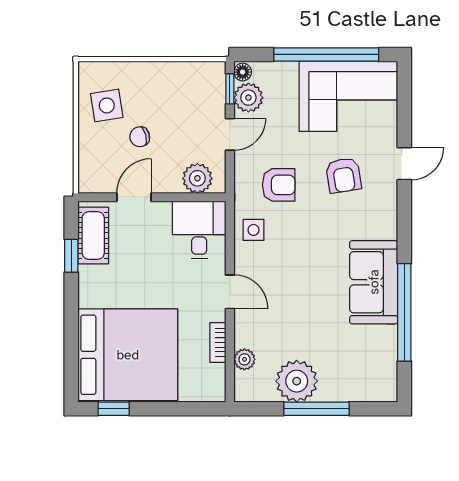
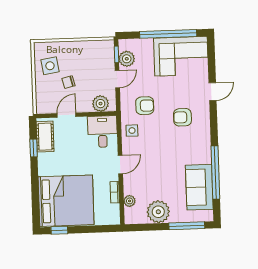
floor lamp: (243, 72) -> (123, 45), removed
armchair: (343, 175) -> (182, 117), moved, turned 99
sofa: (374, 282) -> (199, 187), moved
door: (230, 292) -> (120, 165), hinge flipped
window: (316, 409) -> (187, 226), moved

